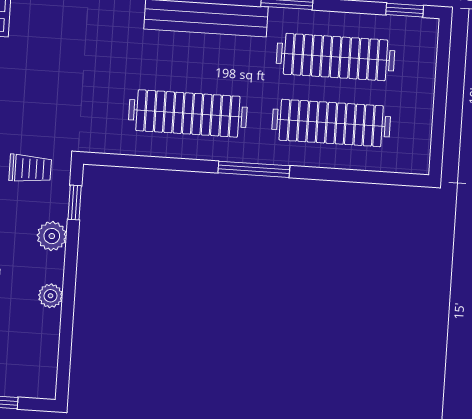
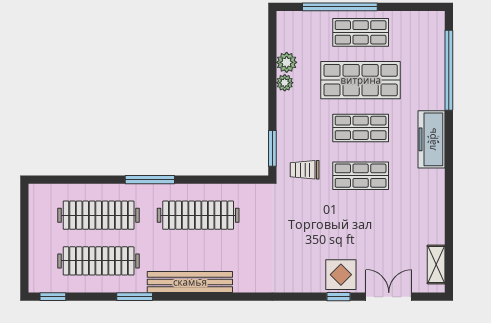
window: (75, 203) -> (272, 148), width x1.50
plant: (52, 236) -> (287, 62), moved

